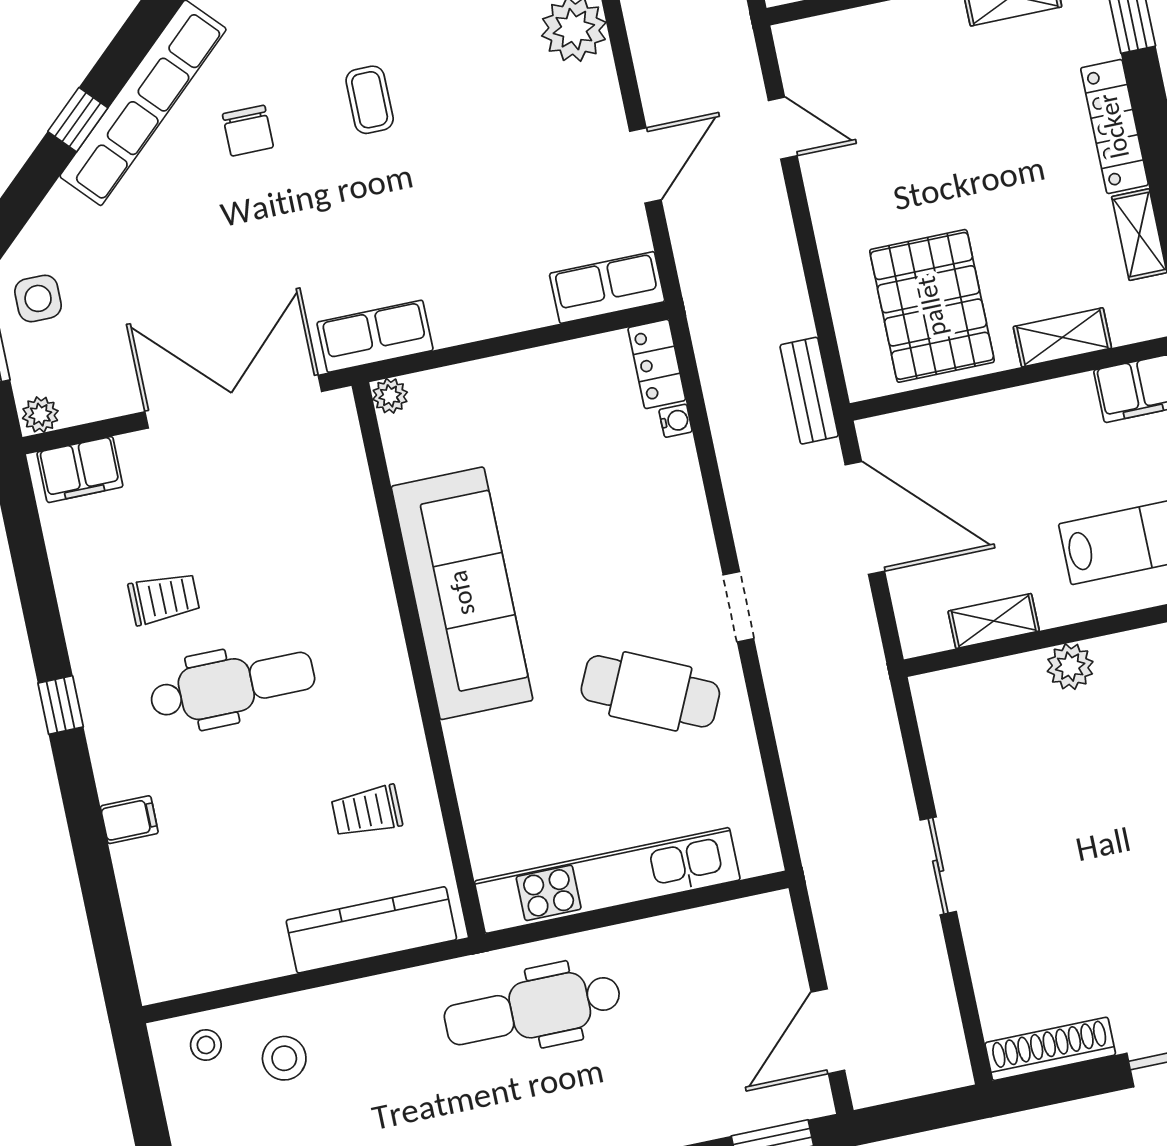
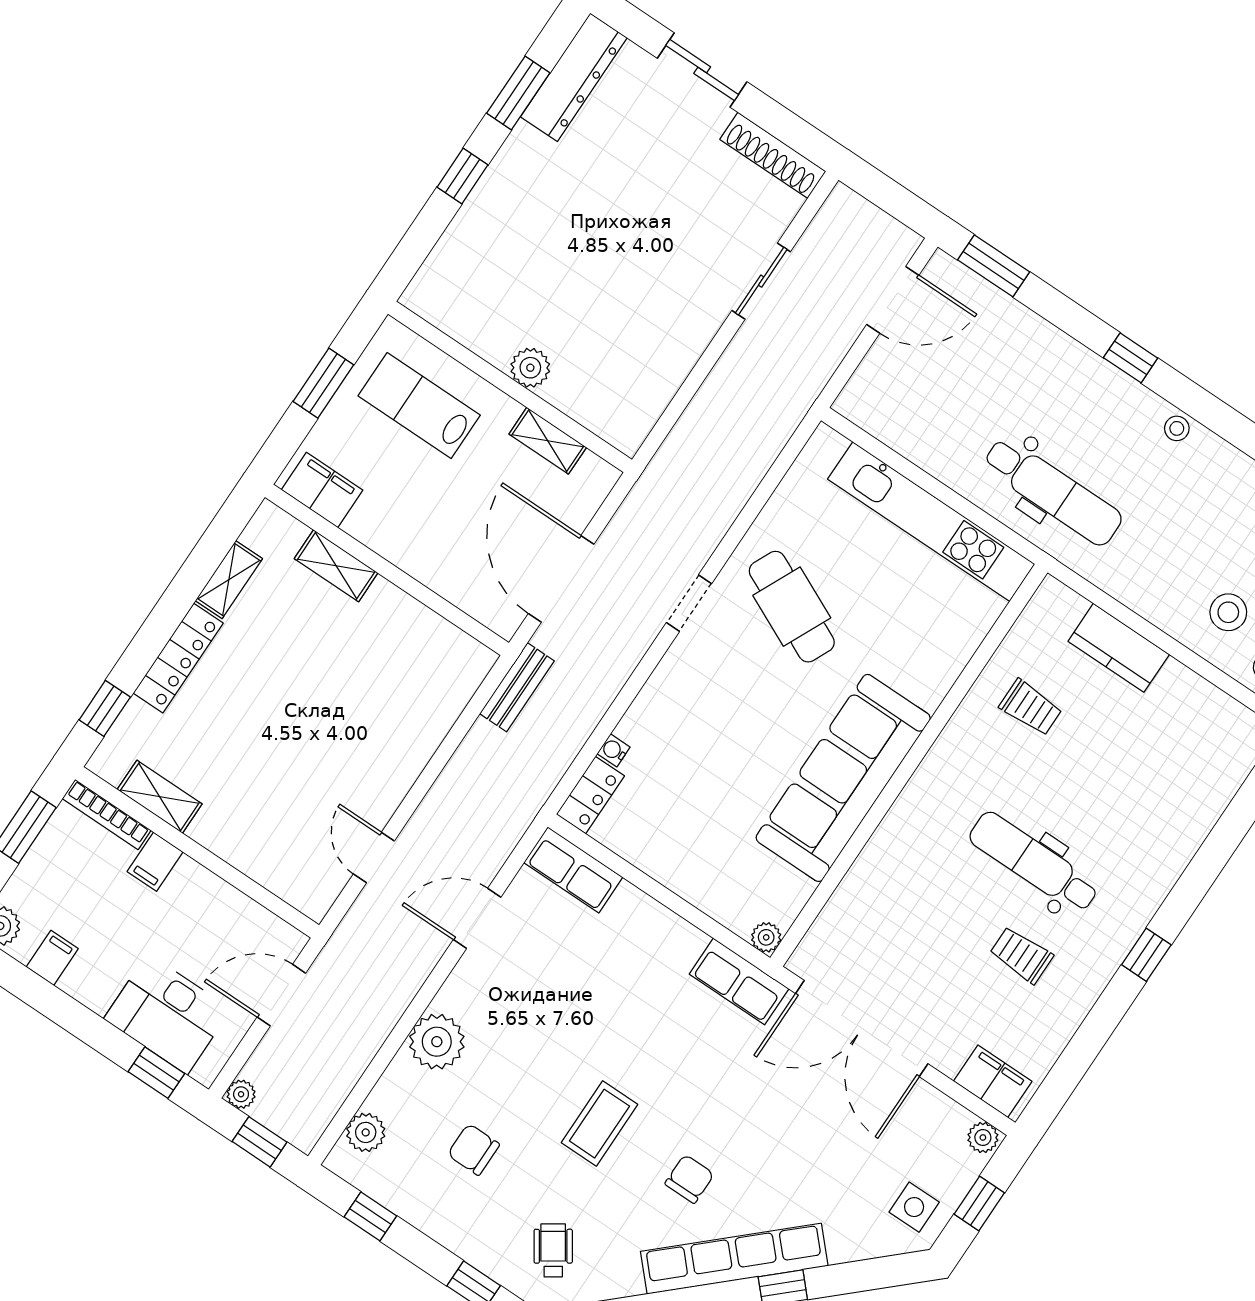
coffee table: (370, 100) -> (599, 1124), width x1.36, depth x1.30
pallet: (932, 306) -> (394, 663), removed
filing cabinet: (129, 820) -> (1175, 846), removed
sliding door: (938, 866) -> (761, 281), moved
kitchen counter: (371, 930) -> (1119, 648), width x0.67

